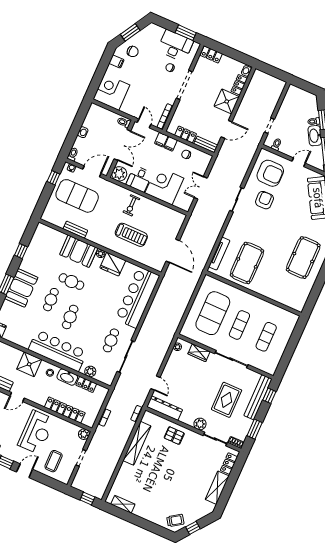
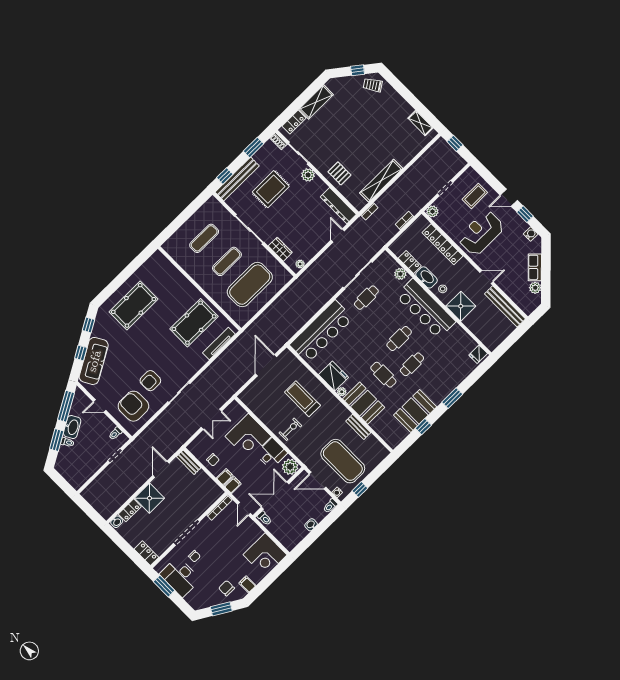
door: (227, 129) -> (161, 469), hinge flipped
locker: (186, 135) -> (206, 481), removed
booth: (21, 288) -> (415, 411), moved

